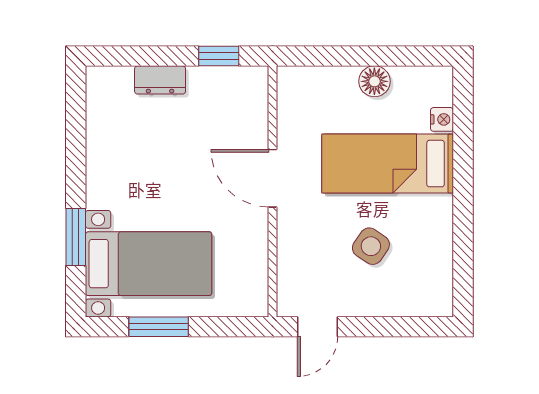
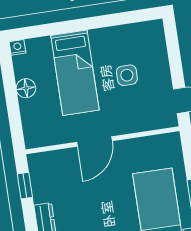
nightstand: (442, 119) -> (17, 47), moved
side table: (371, 246) -> (127, 75), turned -34

